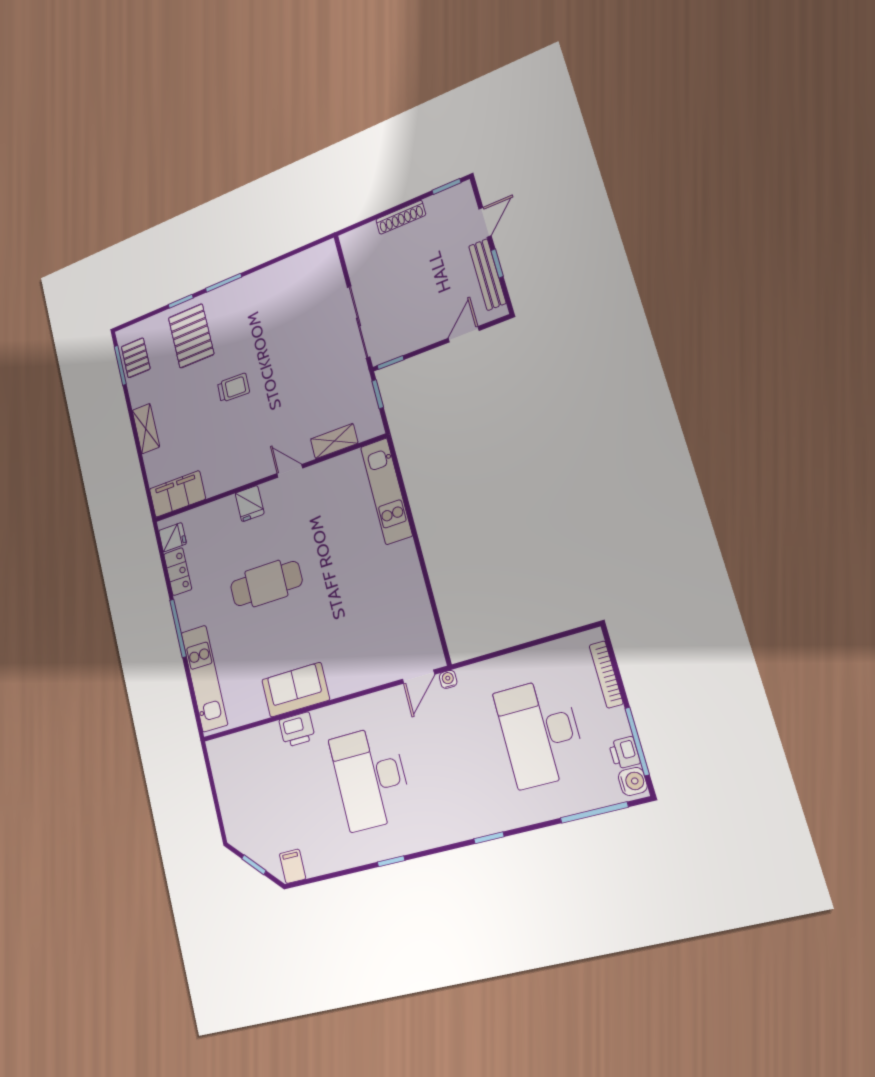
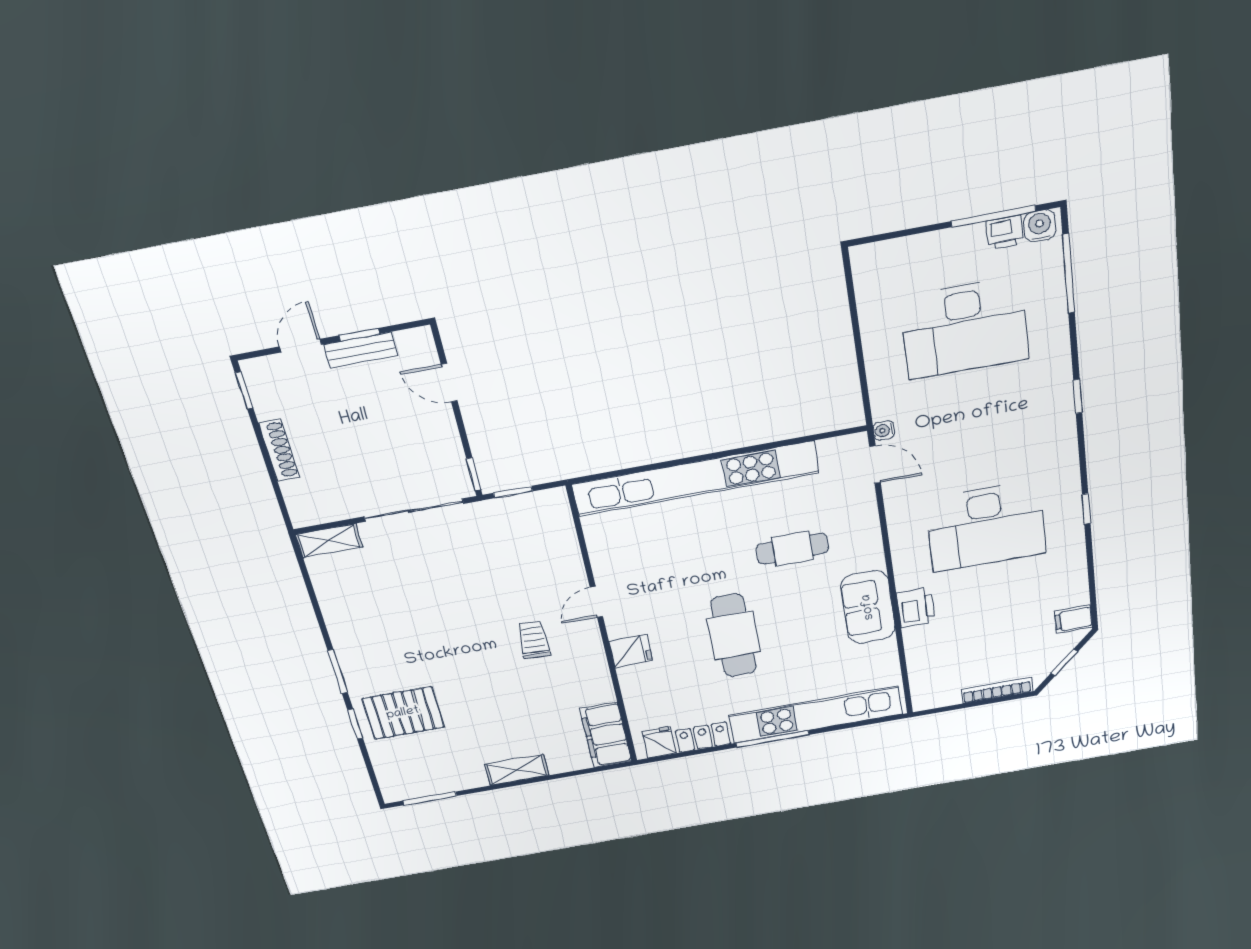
door: (485, 222) -> (301, 346), hinge flipped
bench: (487, 275) -> (361, 350), width x0.73
pallet: (136, 358) -> (423, 780), removed
trolley: (233, 388) -> (534, 640), moved
shelving: (334, 441) -> (329, 541), moved, turned 90
kitchen unit: (386, 491) -> (695, 479), width x1.86
cafe table: (343, 620) -> (792, 549), added
bookcase: (606, 674) -> (997, 690), moved, turned 180
kitchen unit: (204, 679) -> (815, 715), width x1.36

